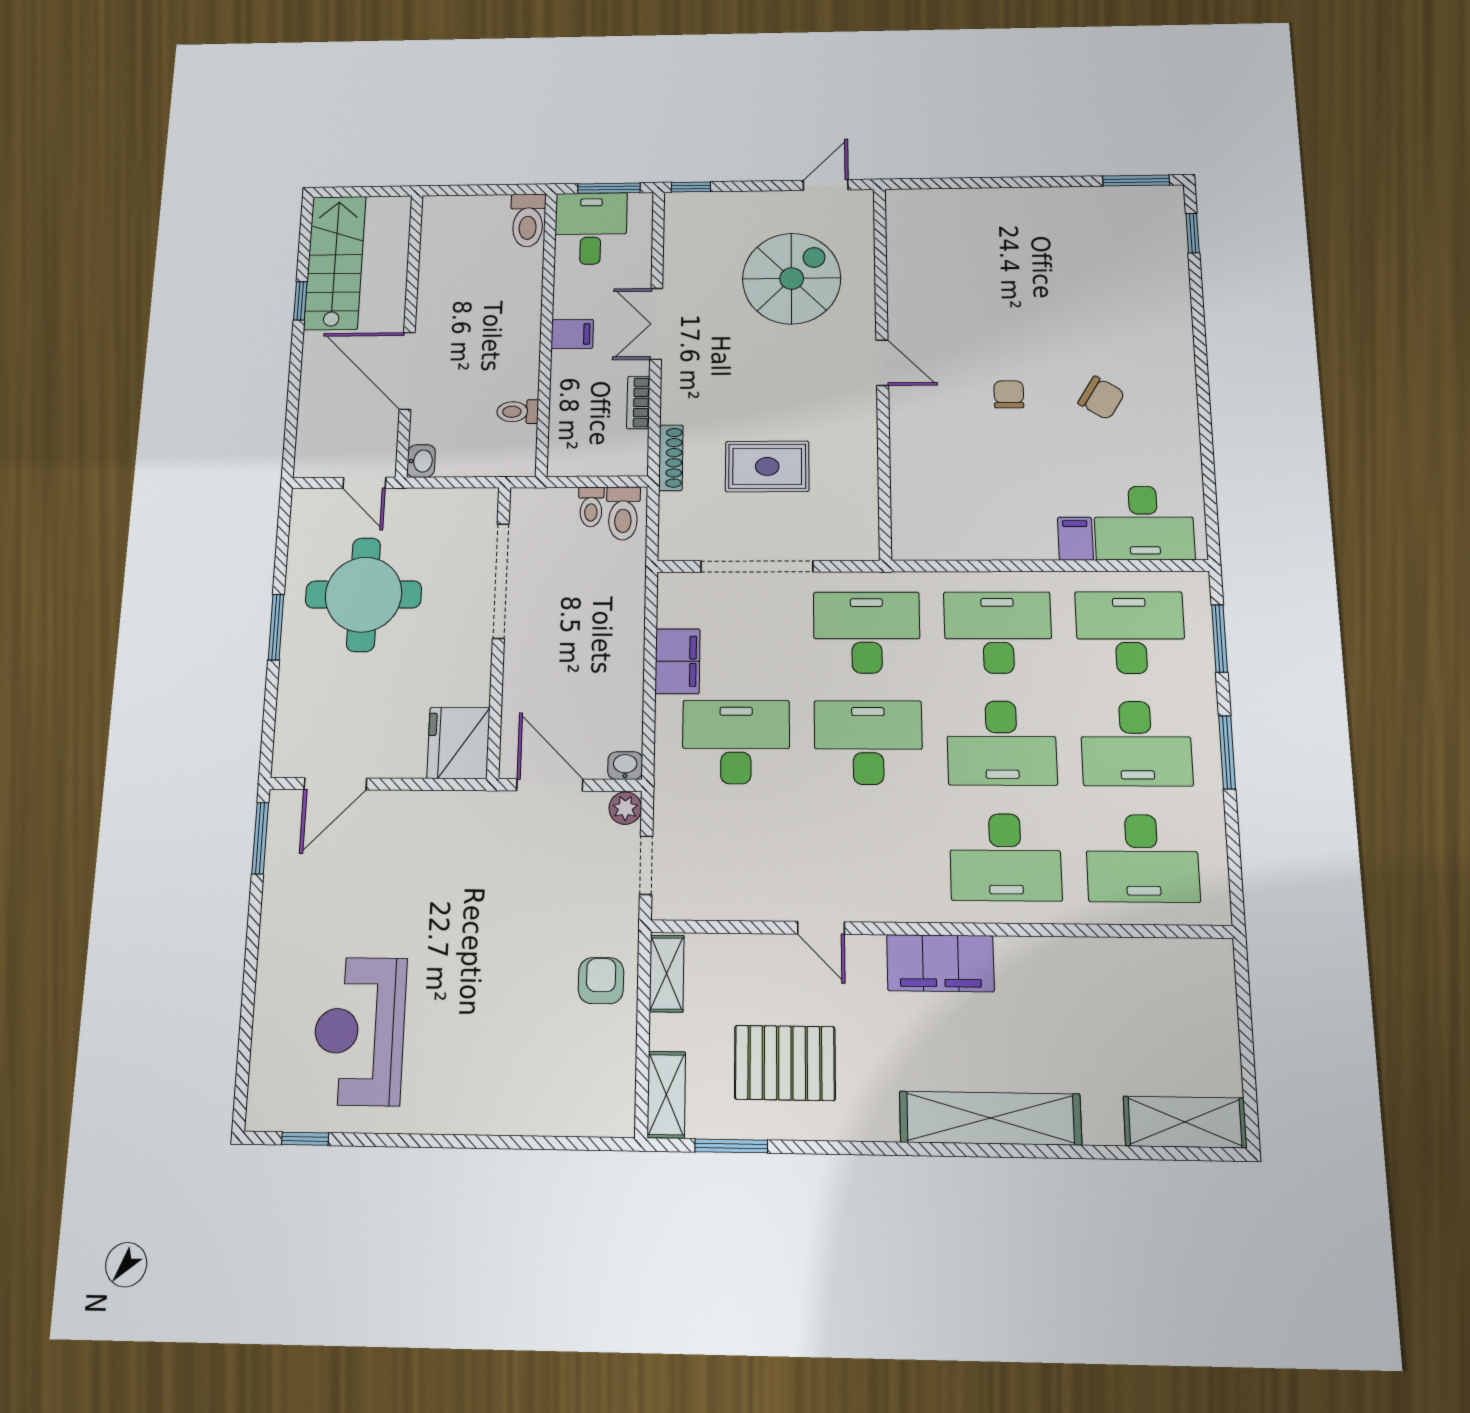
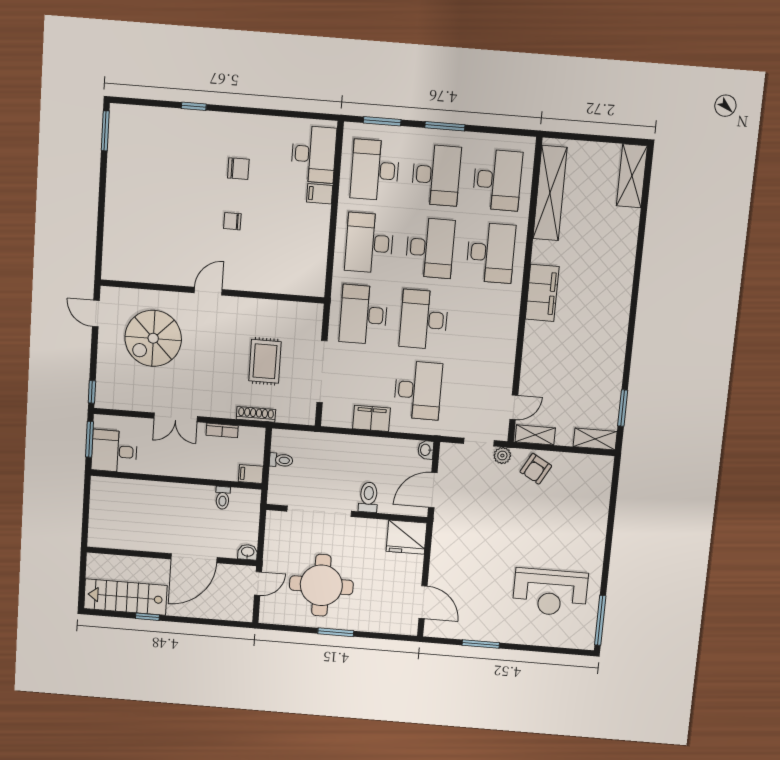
toilet: (528, 220) -> (107, 487), removed
window: (1193, 233) -> (194, 106), moved
spiral stairs: (792, 279) -> (153, 338), turned -90
filing cabinet: (572, 334) -> (251, 474), moved, turned -90
chair: (1101, 398) -> (238, 169), turned 58
toilet: (623, 513) -> (368, 497), moved, turned -90
desk: (736, 742) -> (418, 390), turned 180
plant: (625, 808) -> (502, 456), moved
window: (260, 838) -> (481, 644), moved
door: (821, 928) -> (514, 407), moved
armchair: (601, 981) -> (536, 469), turned -61
pallet: (785, 1063) -> (585, 378), removed
shelving: (990, 1118) -> (550, 193), moved
window: (305, 1139) -> (600, 620), width x2.17

